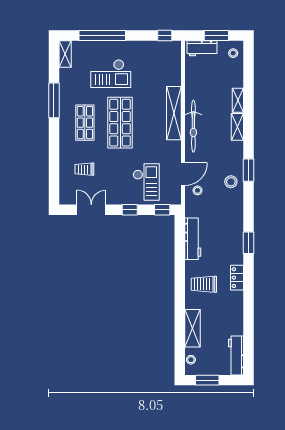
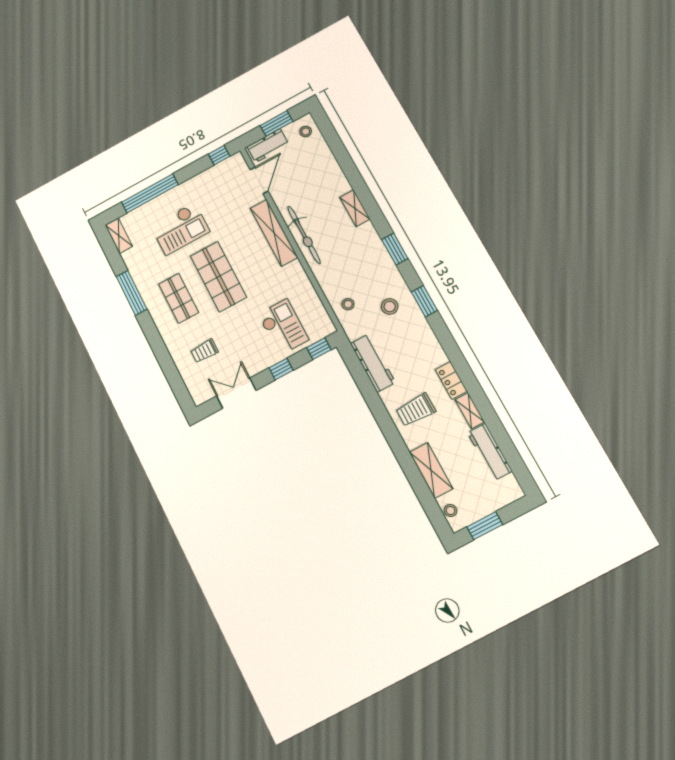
shelving: (238, 100) -> (470, 411), moved
door: (183, 174) -> (259, 180), moved
stool: (231, 182) -> (390, 307), moved
window: (248, 243) -> (424, 301), moved
workbench: (236, 355) -> (490, 452), moved

